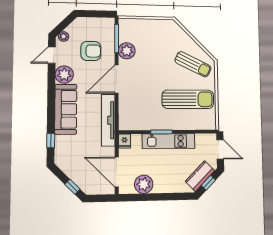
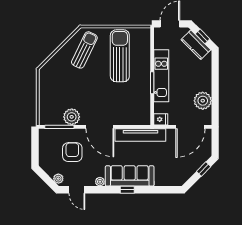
plant: (64, 75) -> (100, 182), width x0.53, depth x0.53
window: (51, 141) -> (127, 190), moved

